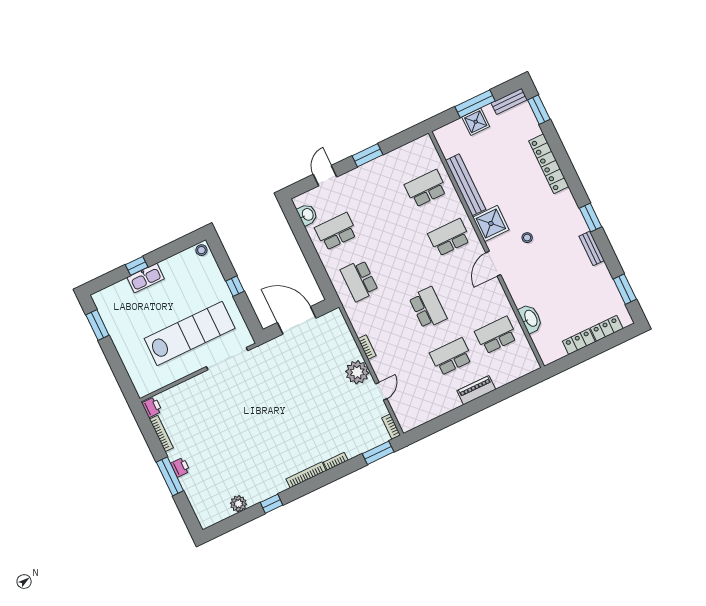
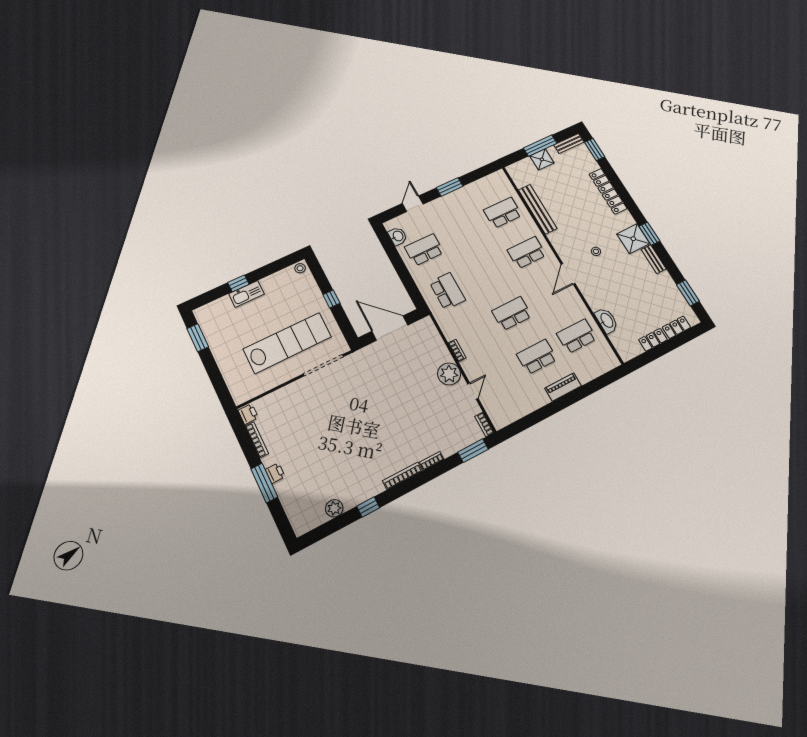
shower: (491, 223) -> (633, 239), moved
school desk: (359, 280) -> (447, 291), turned 180
school desk: (428, 308) -> (512, 314), turned -90

